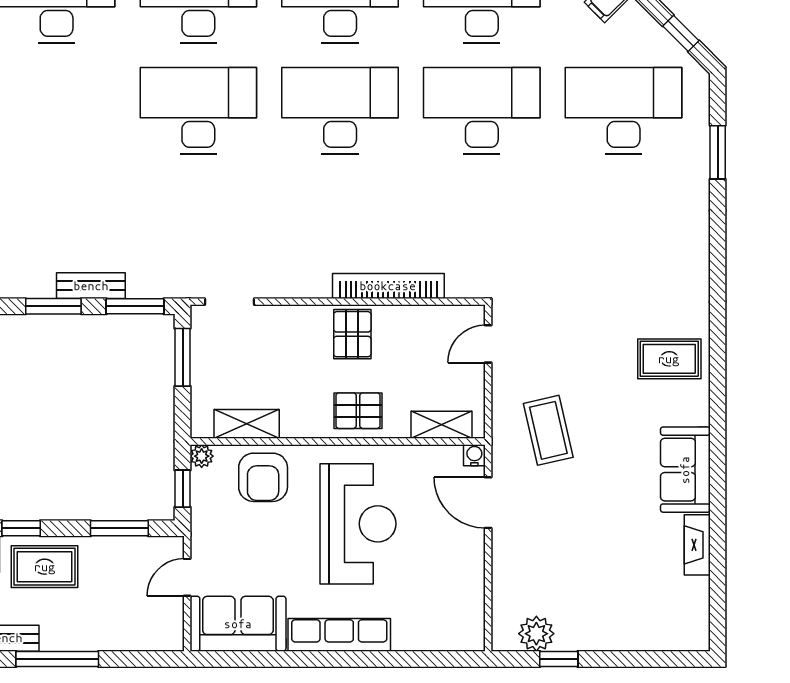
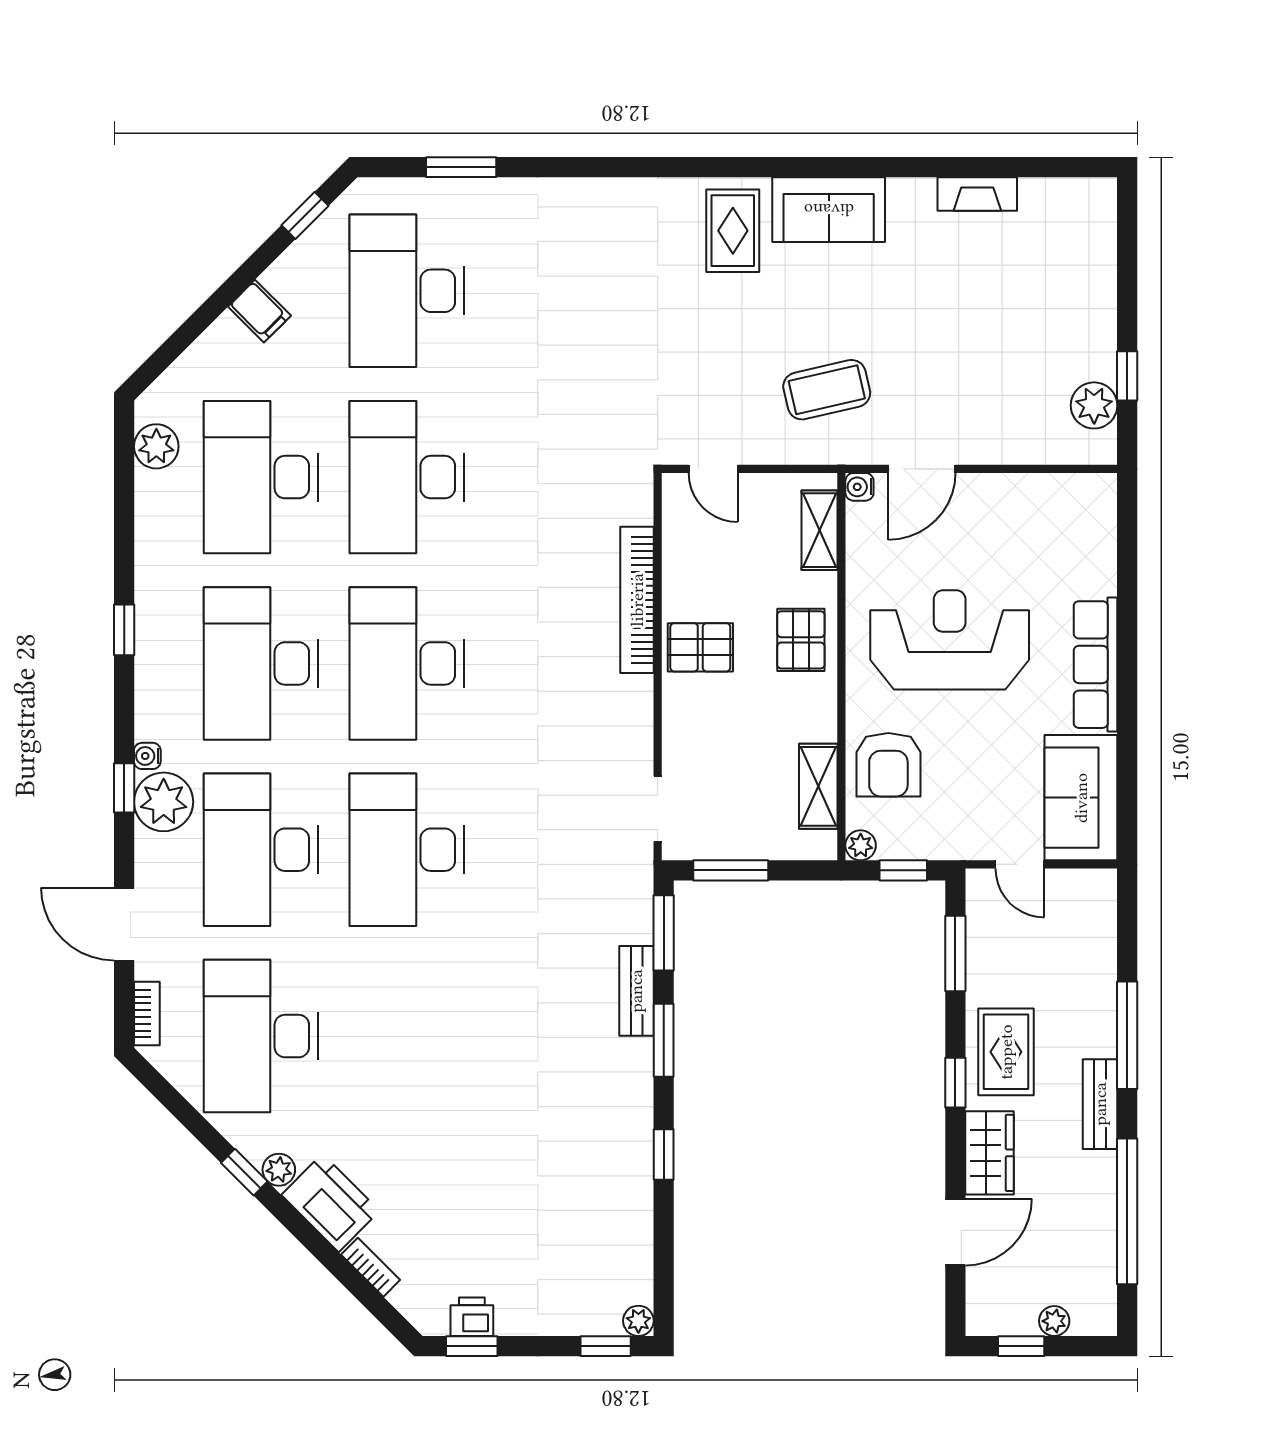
sofa: (685, 470) -> (829, 210), moved
armchair: (263, 477) -> (888, 765), turned 90

